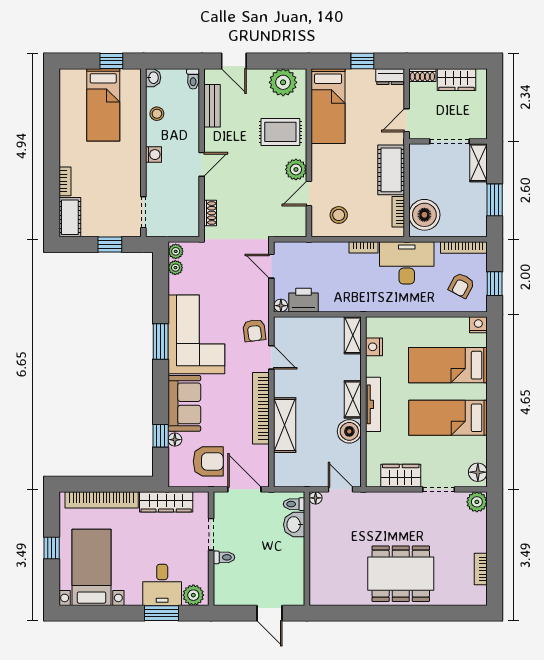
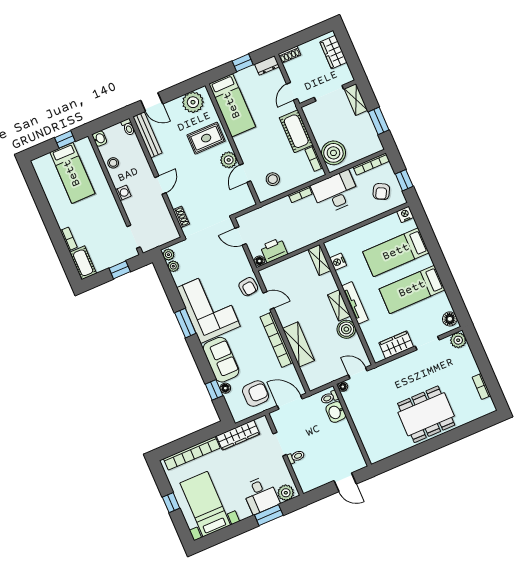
wardrobe: (457, 80) -> (333, 52), moved, turned 90
bench: (212, 106) -> (147, 135), width x1.36

